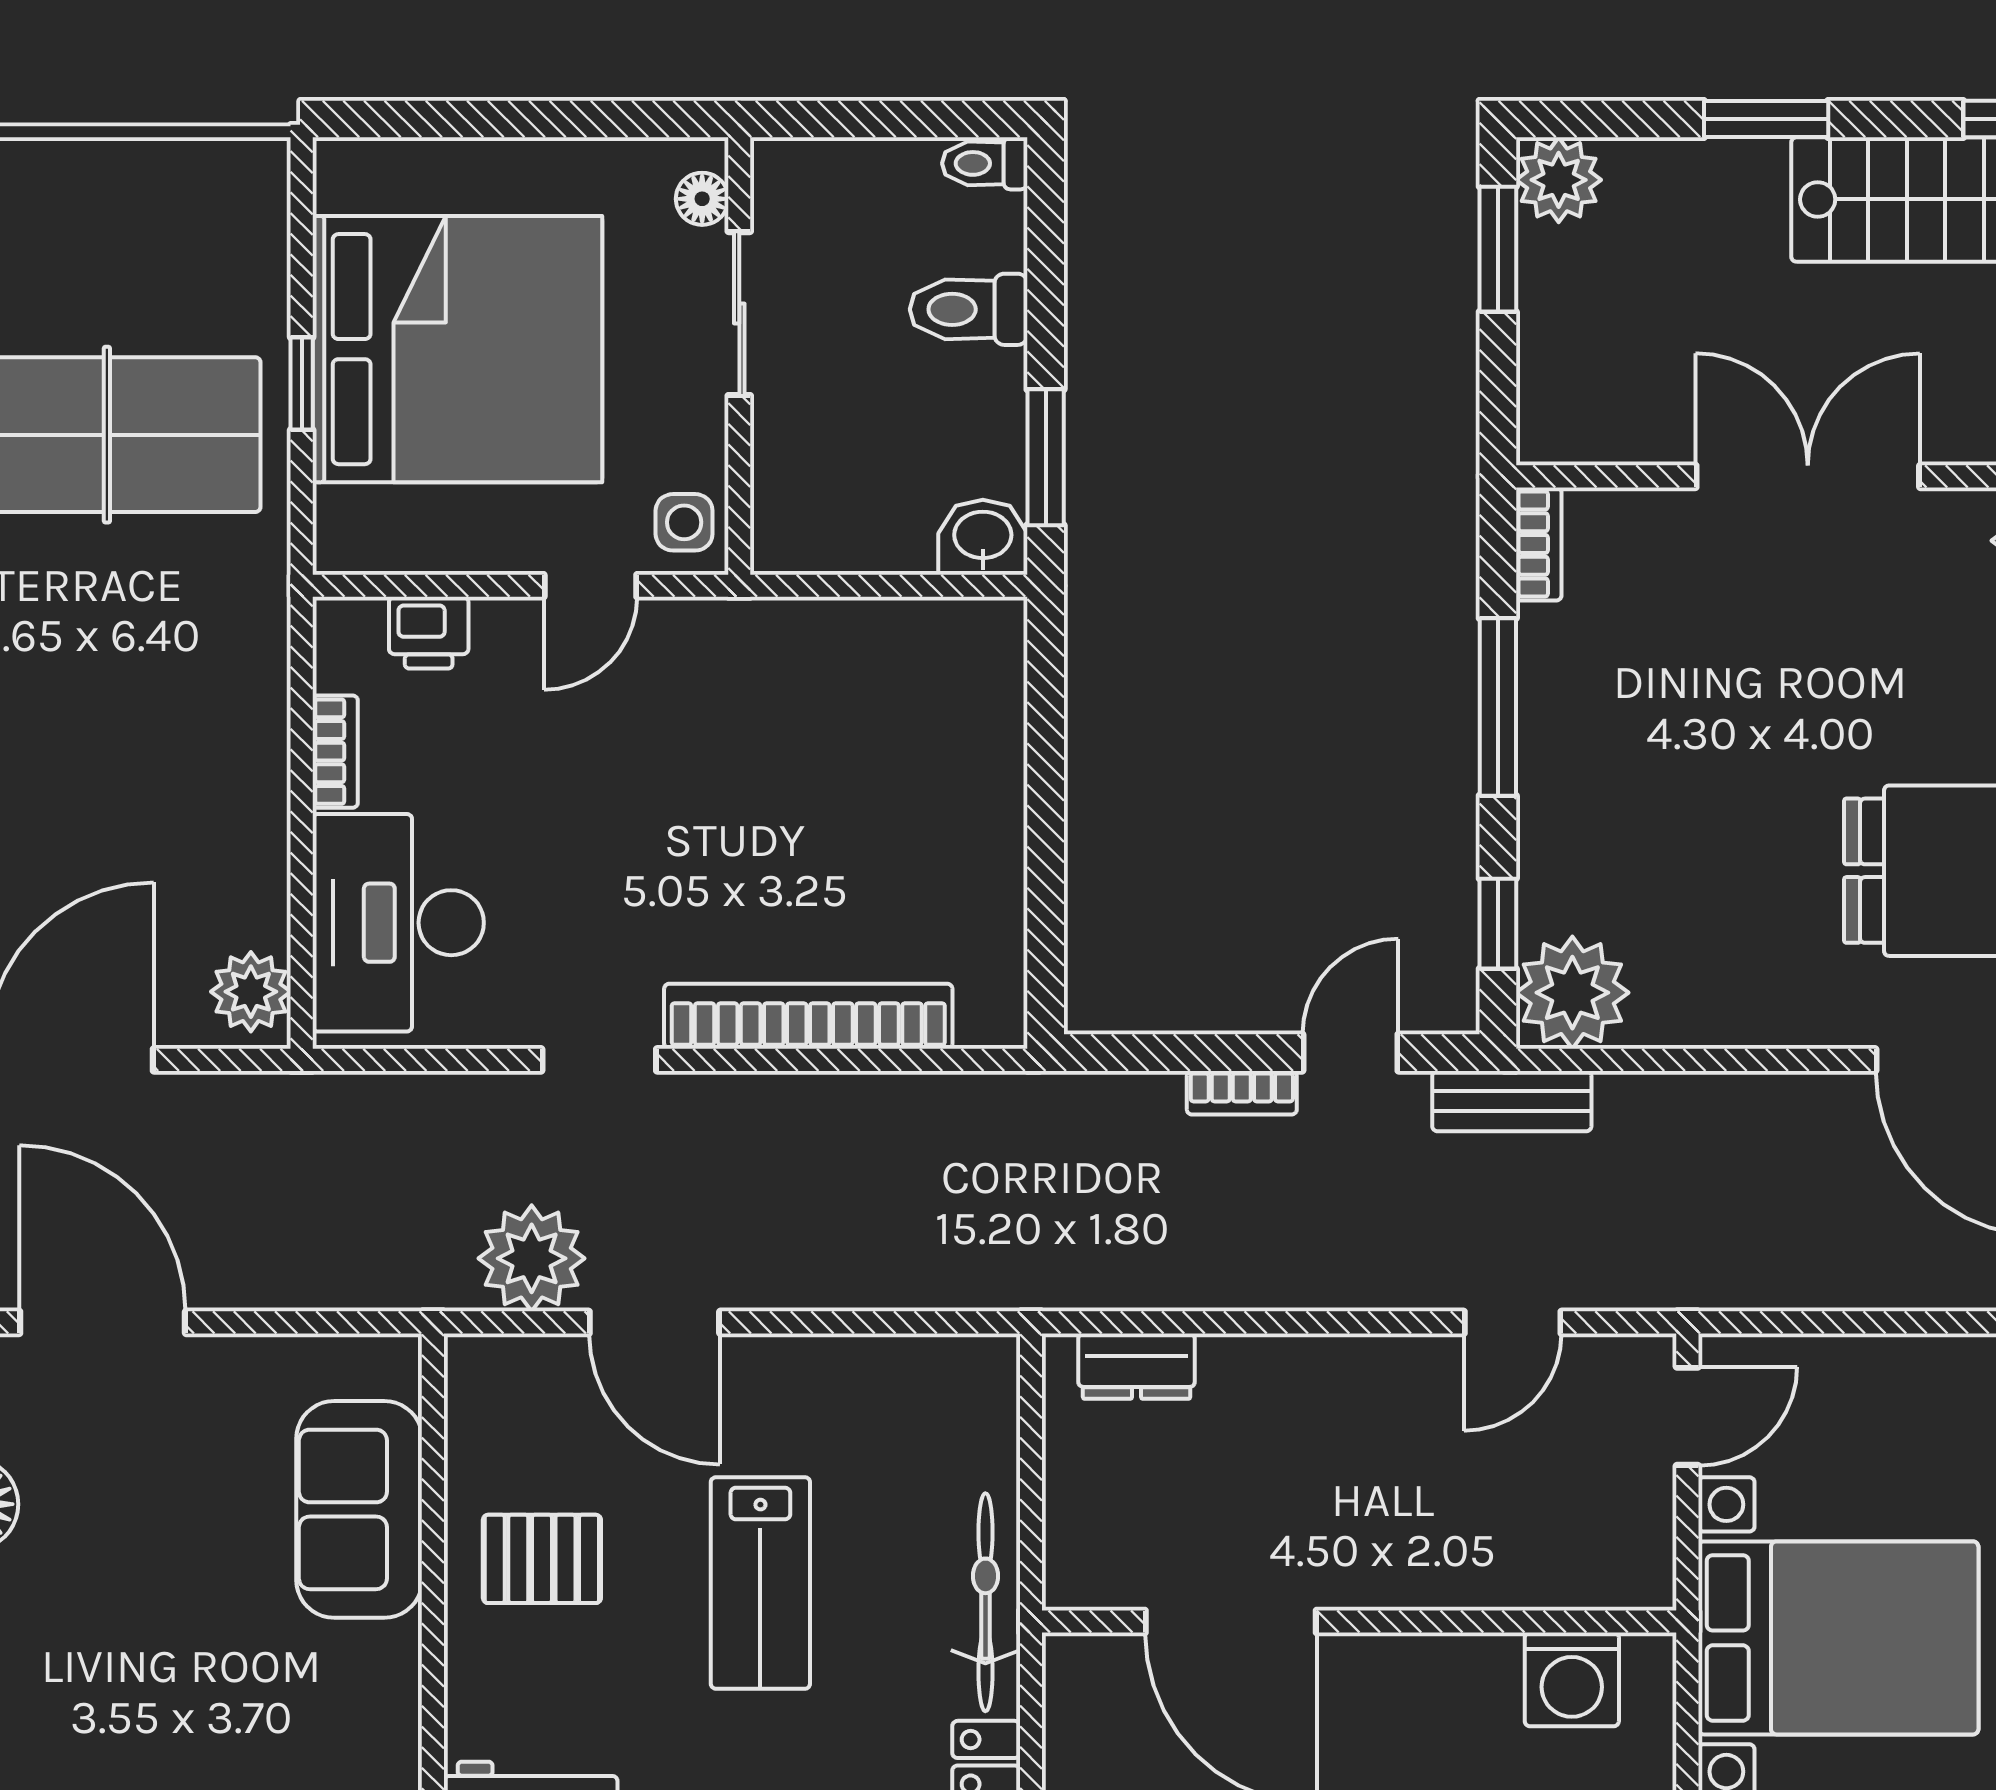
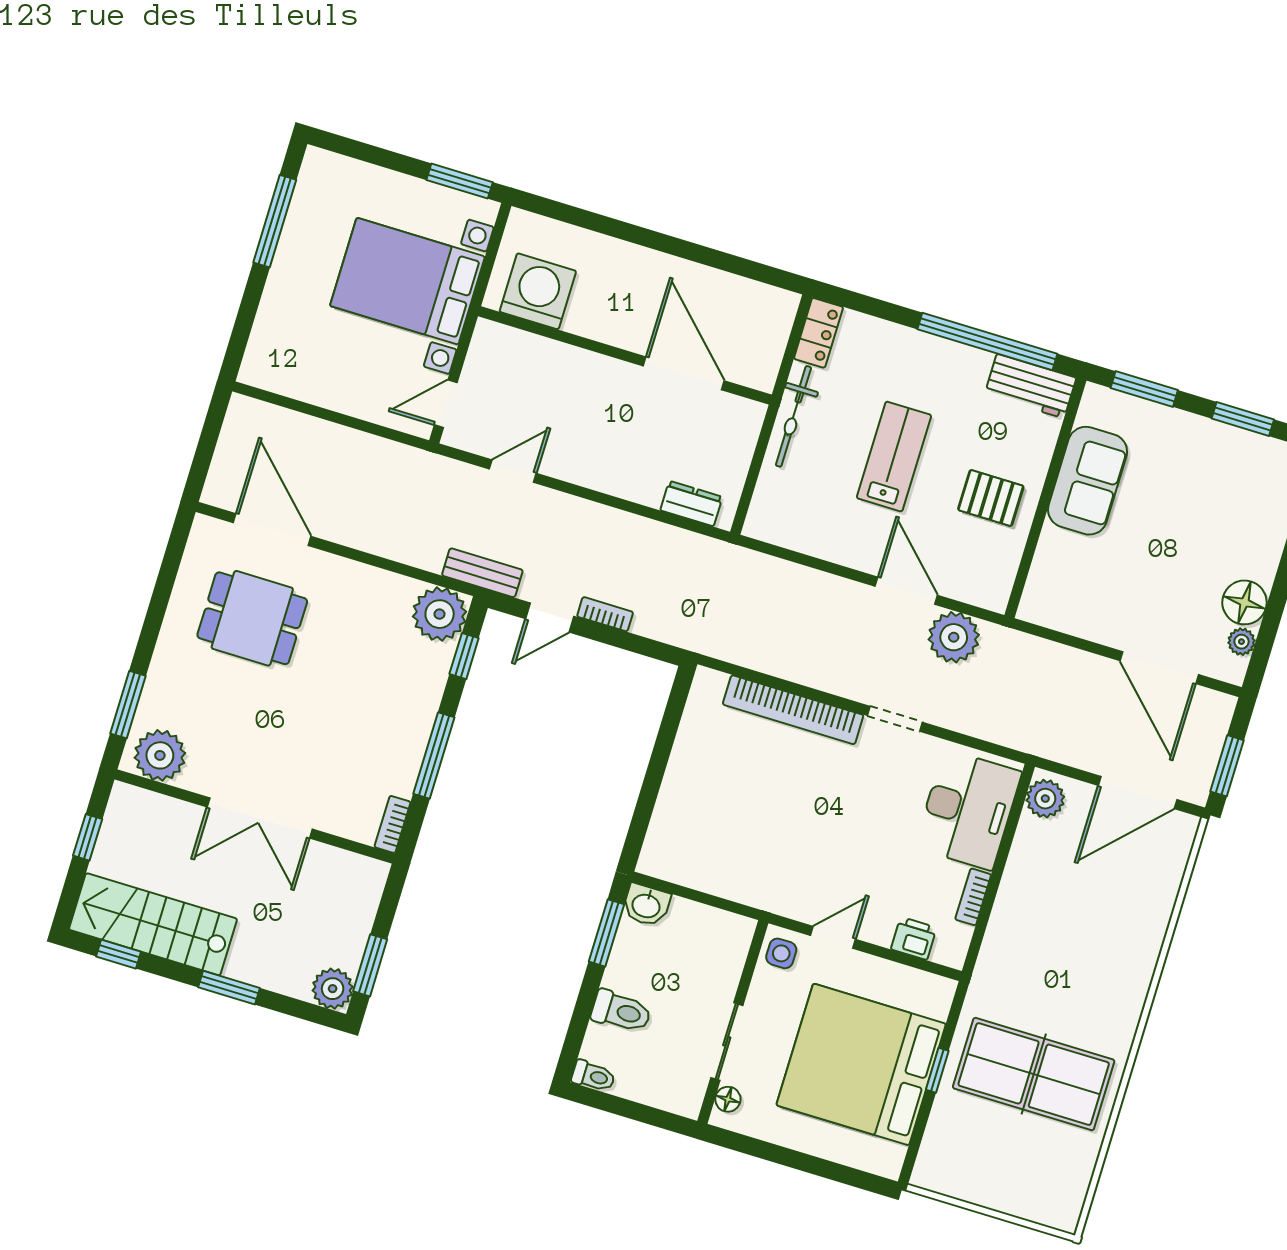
sofa: (359, 1509) -> (1088, 481), moved
washing machine: (1572, 1679) -> (538, 291), width x1.37, depth x1.37

